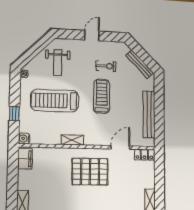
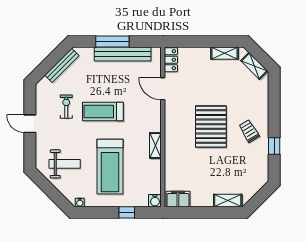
window: (159, 106) -> (112, 42), added
pallet: (90, 172) -> (211, 127), moved

